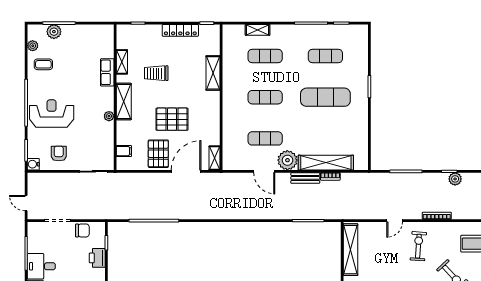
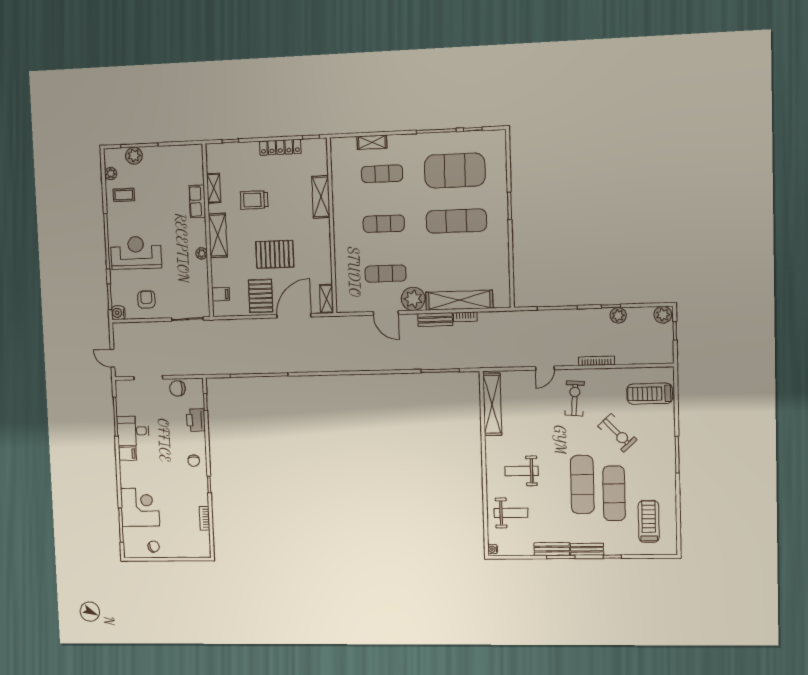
exercise mat: (325, 56) -> (455, 171), width x2.00, depth x1.45
chair: (82, 230) -> (177, 388), turned 180

